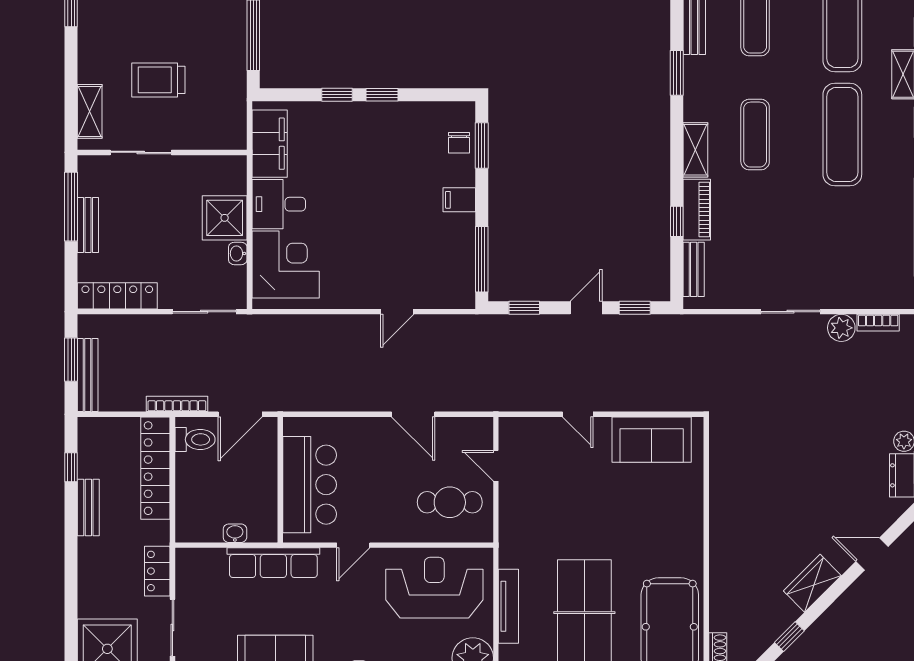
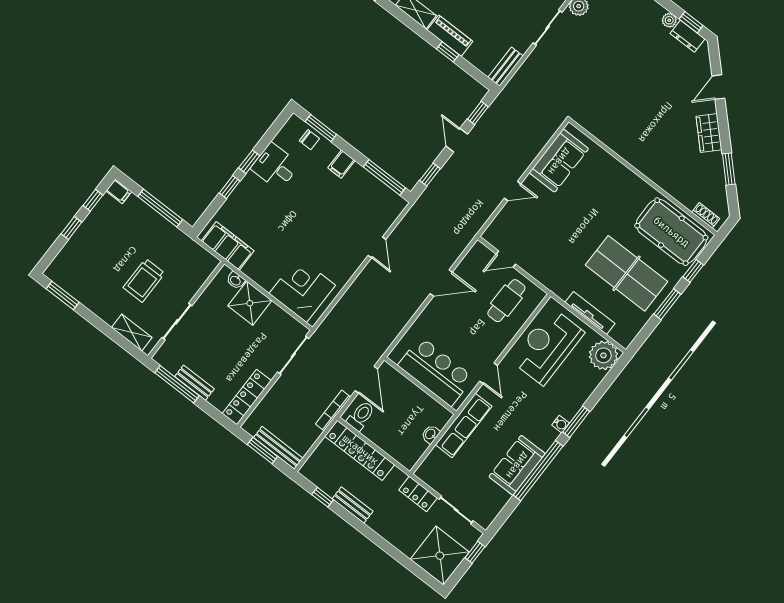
desk: (279, 204) -> (275, 166), moved, turned 90
washbasin: (238, 253) -> (236, 280), moved
bench: (694, 269) -> (506, 67), moved, turned 90
window: (789, 637) -> (729, 169), width x1.50

